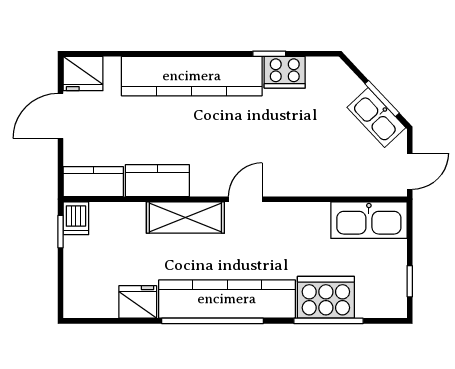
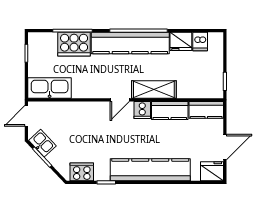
cooker: (285, 72) -> (82, 172), moved
kitchen sink: (376, 117) -> (42, 143), width x0.73
cooker: (206, 181) -> (142, 110), added
dishwasher: (76, 218) -> (200, 42), moved, turned 180

